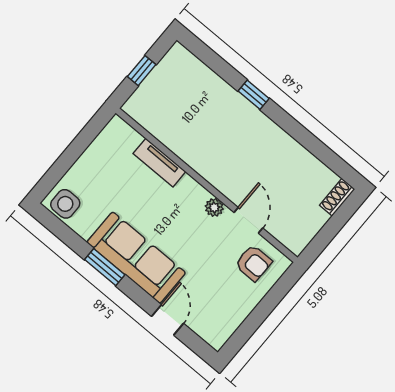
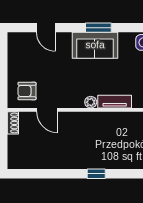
shoe rack: (337, 197) -> (13, 123), moved
plant: (214, 207) -> (91, 102), moved
sofa: (136, 258) -> (95, 45), width x0.73

